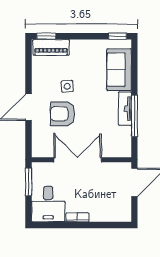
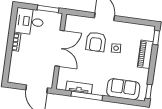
piano: (51, 47) -> (145, 54), moved
tv unit: (125, 109) -> (79, 87), moved
armchair: (63, 114) -> (96, 42), turned 180

